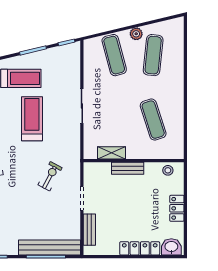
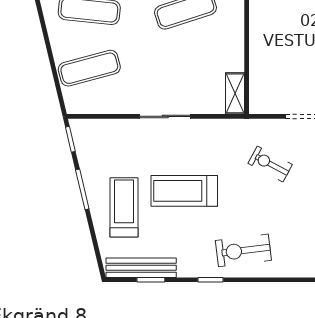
plant: (136, 34) -> (57, 35), removed
shelving: (112, 153) -> (235, 93), moved
bench: (128, 168) -> (258, 48), removed

